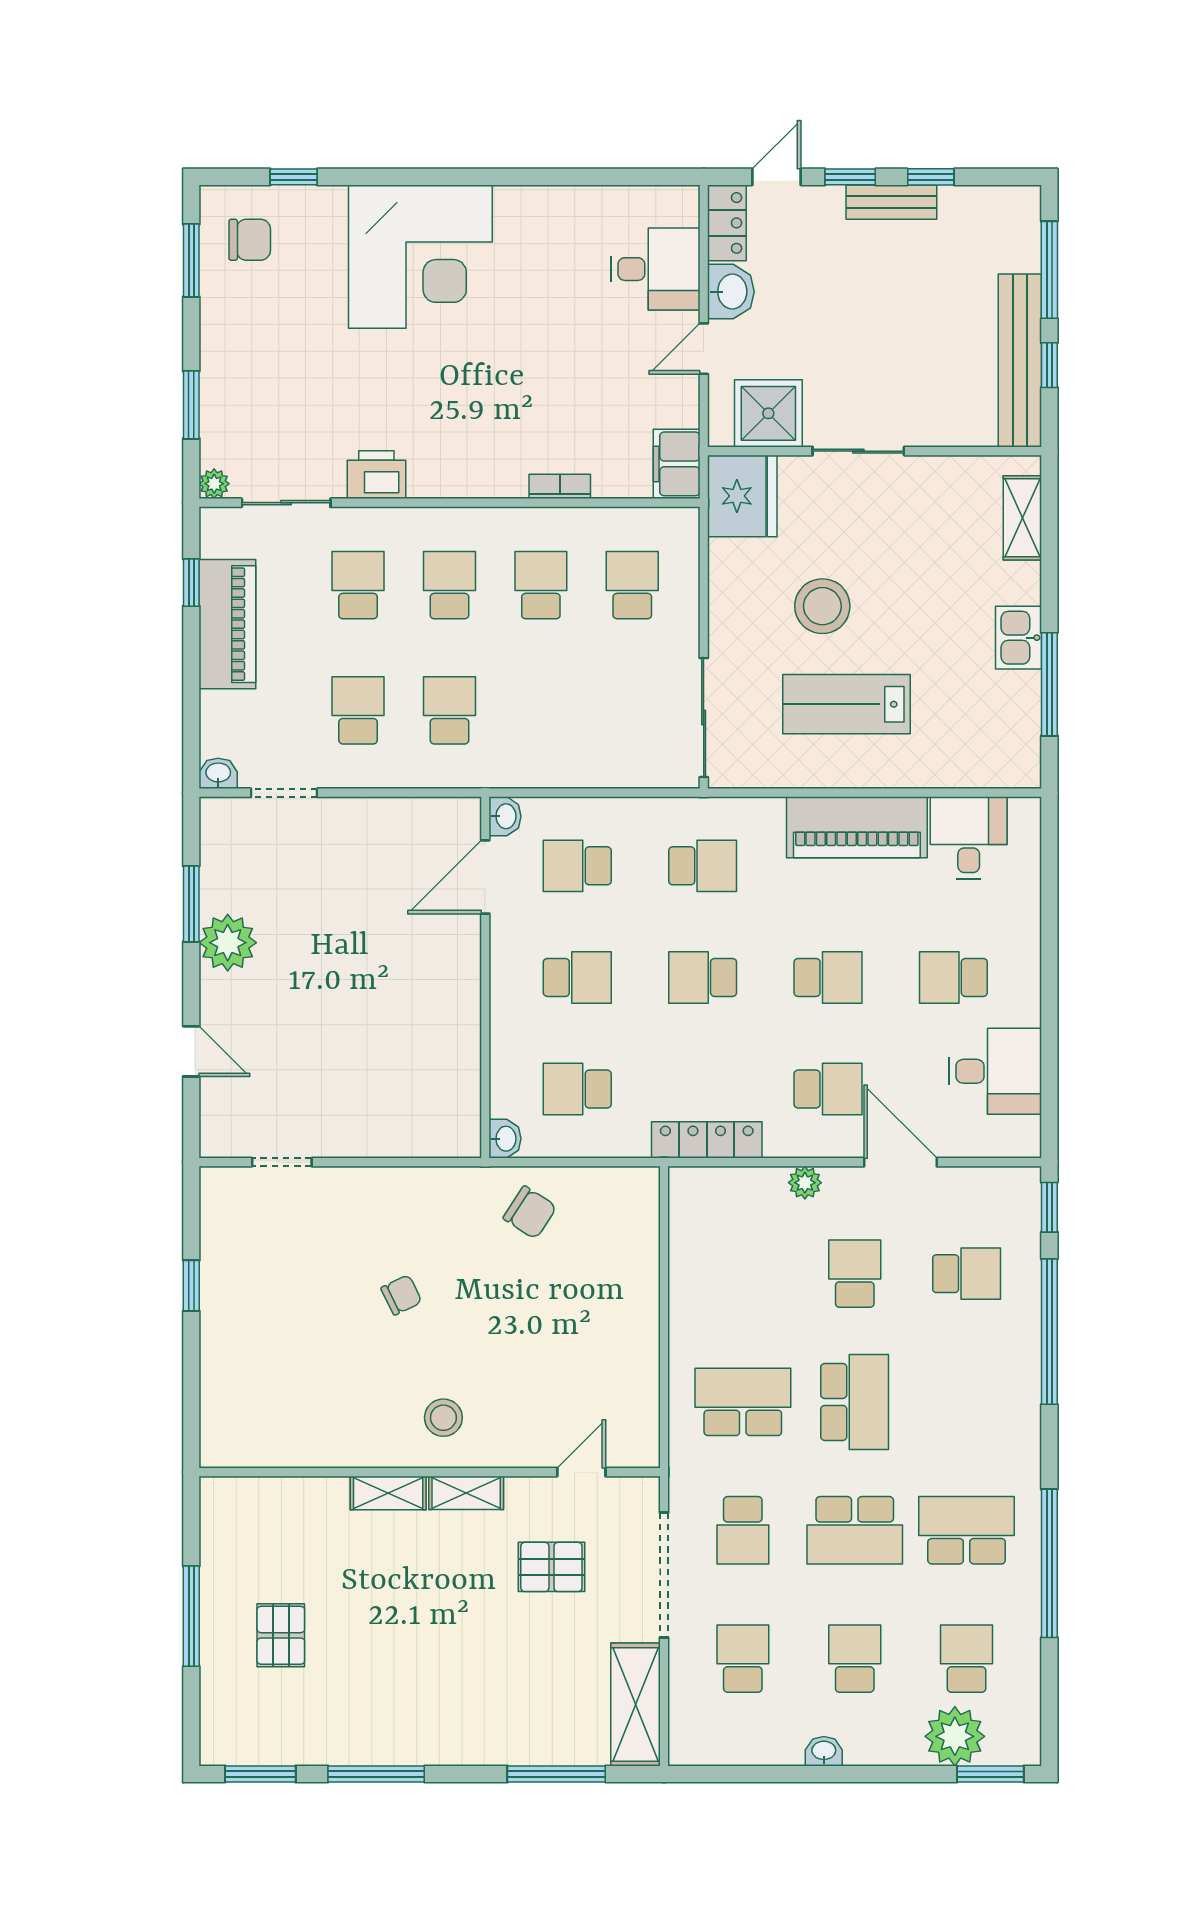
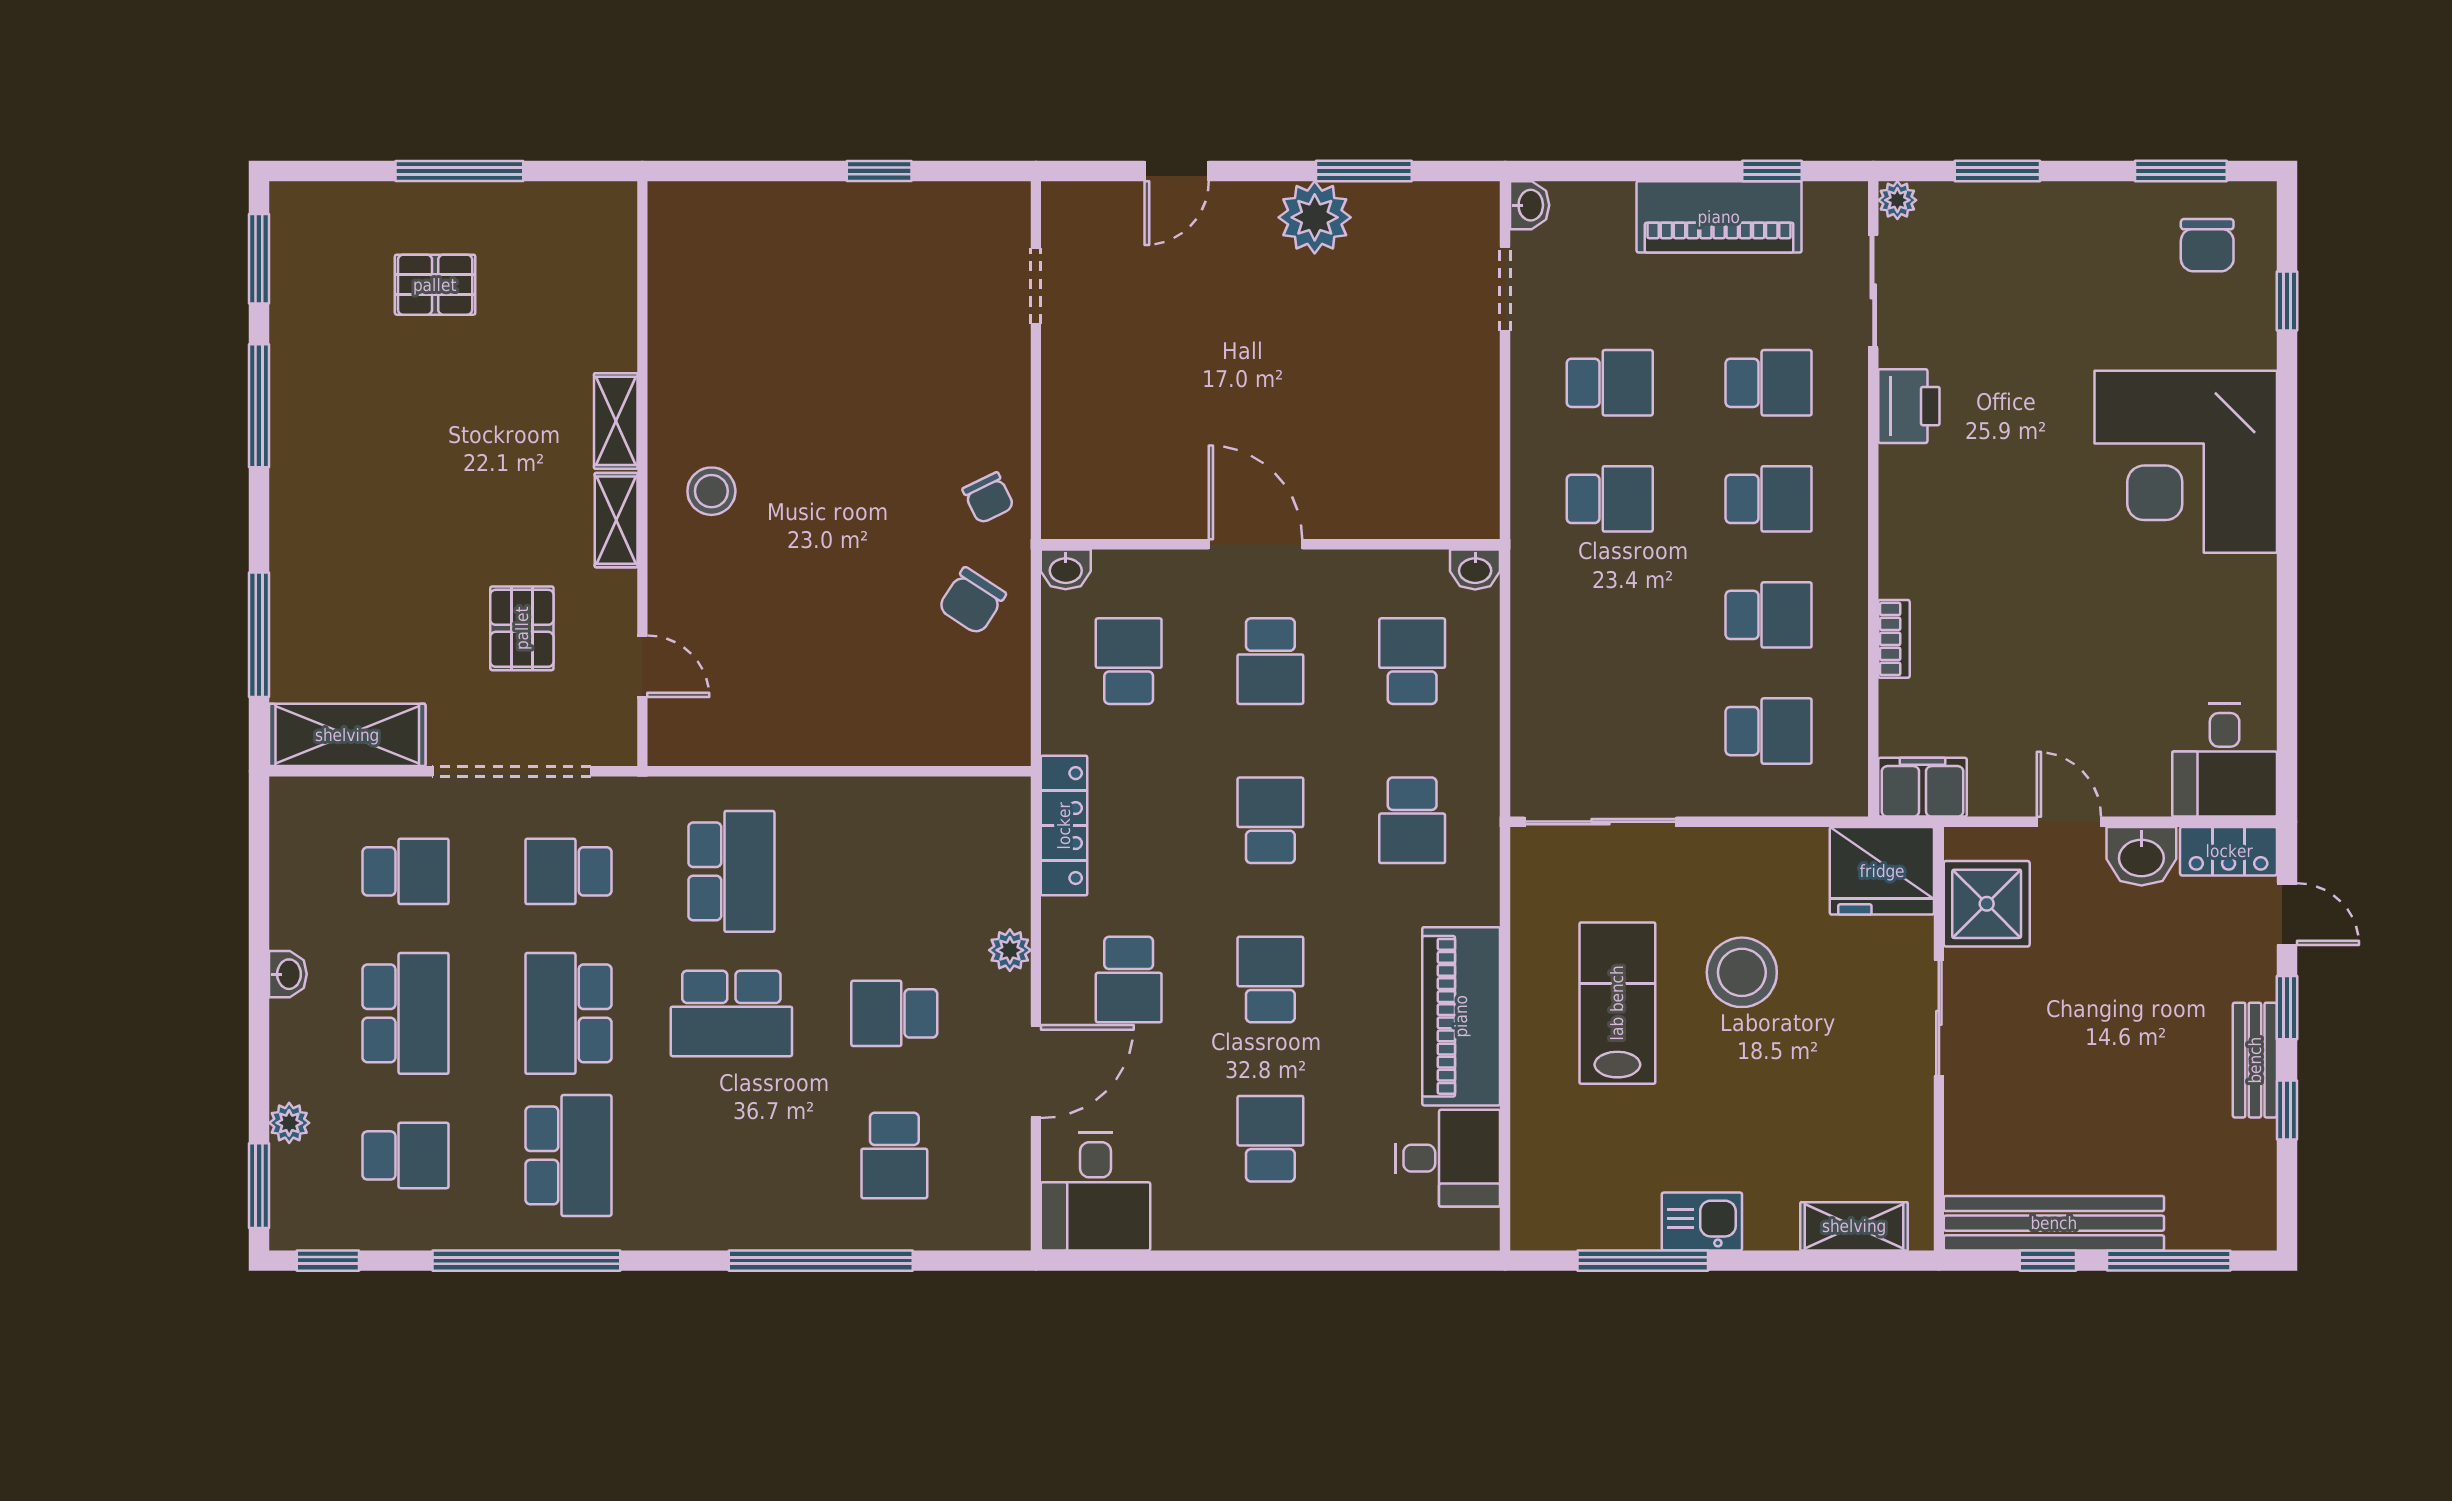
desk: (655, 269) -> (2225, 760), moved
door: (485, 877) -> (1255, 544), moved
school desk: (828, 977) -> (1270, 980), turned 180
desk: (995, 1071) -> (1096, 1192), moved
window: (1049, 1207) -> (328, 1261), moved
school desk: (855, 1274) -> (894, 1013), turned 180
chair: (401, 1295) -> (988, 498), moved
school desk: (855, 1659) -> (406, 1013), width x1.85
plant: (955, 1736) -> (289, 1123), width x0.53, depth x0.53

